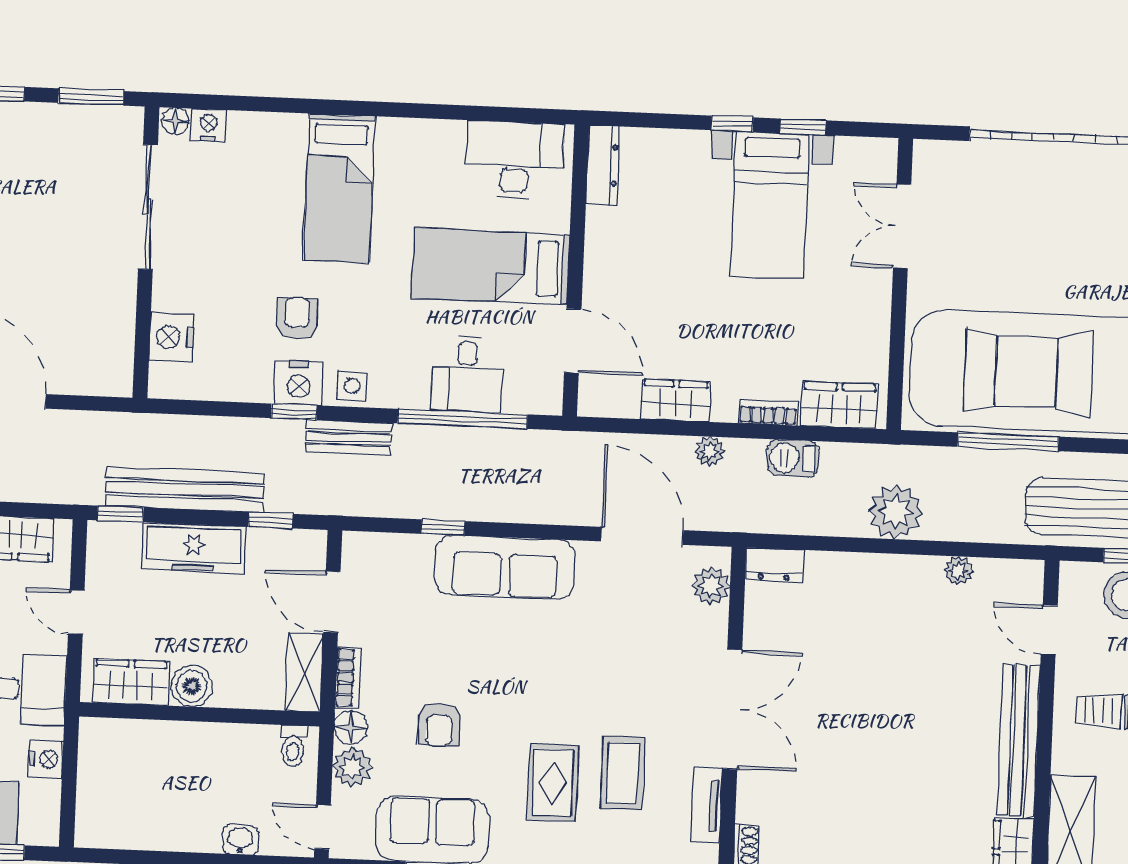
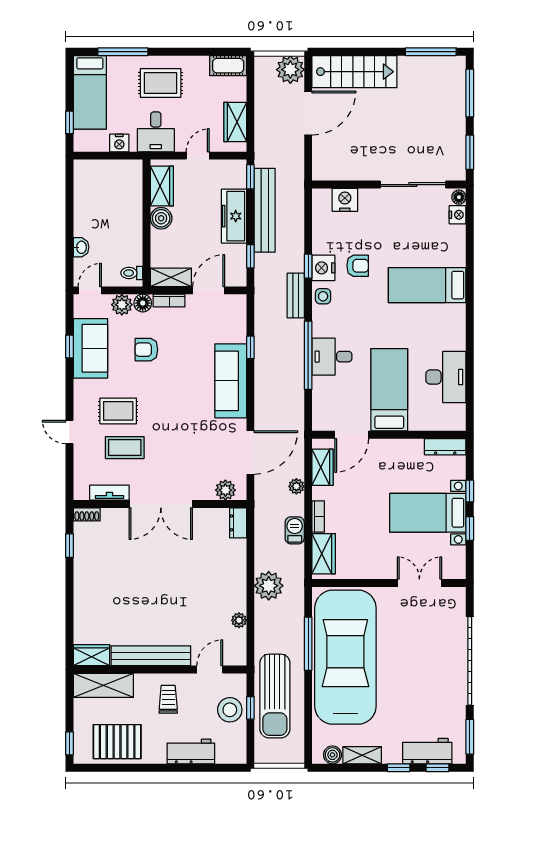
dresser: (603, 165) -> (445, 447), moved
bed: (491, 266) -> (389, 390), moved
wall: (576, 270) -> (389, 435), moved
door: (573, 341) -> (352, 435), moved

